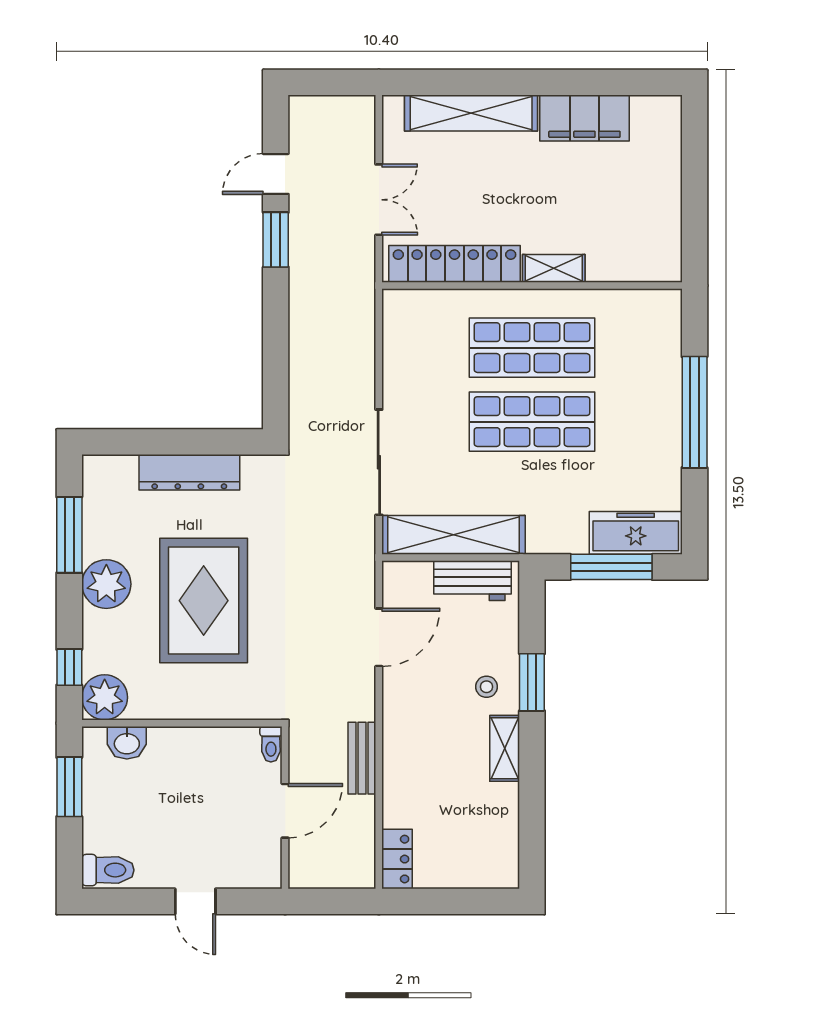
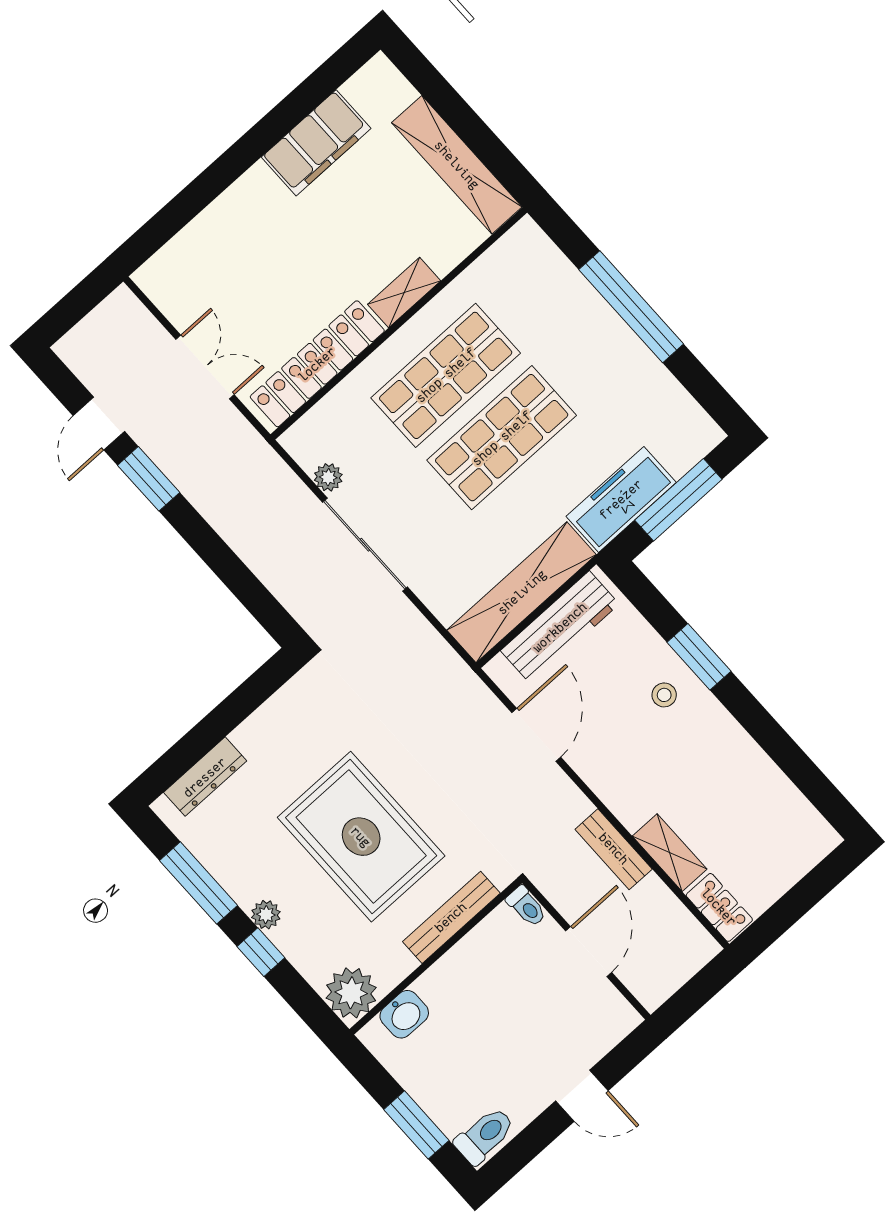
shelving: (471, 113) -> (457, 165), moved, turned 90
plant: (395, 345) -> (328, 477), added
sliding door: (379, 462) -> (365, 545), moved
dresser: (189, 472) -> (205, 777), moved, width x0.73, depth x0.80
freezer: (636, 533) -> (621, 499), moved
workbench: (472, 581) -> (560, 627), width x1.38
plant: (106, 584) -> (266, 915), width x0.53, depth x0.53
window: (69, 667) -> (261, 952), moved
bench: (215, 707) -> (451, 917), added
shelving: (505, 748) -> (670, 853), moved
window: (69, 787) -> (416, 1125), moved

